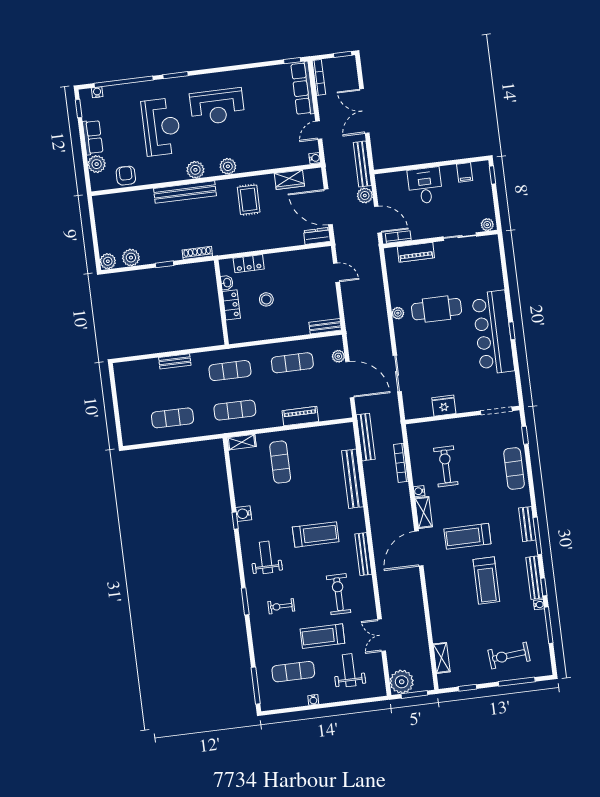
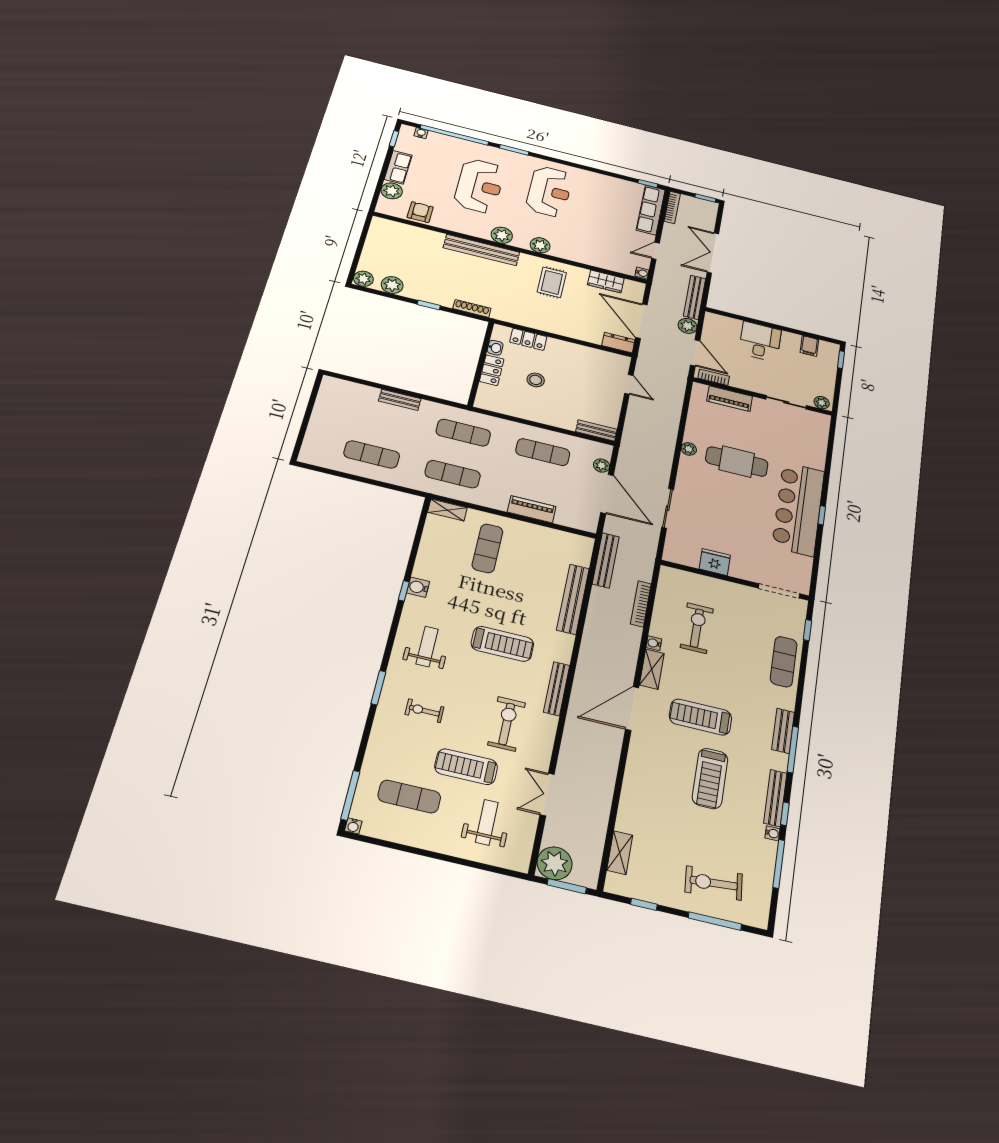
reception desk: (217, 107) -> (549, 191), turned -90
water cooler: (313, 700) -> (353, 826), moved

